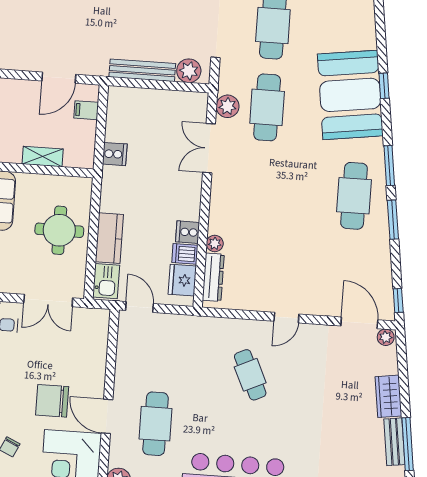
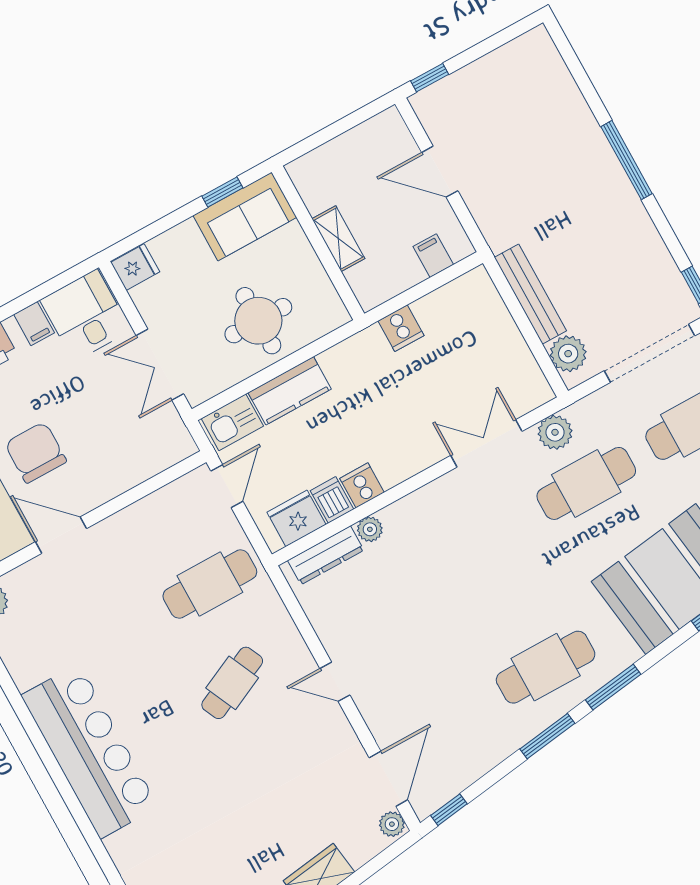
door: (59, 78) -> (440, 172), moved
door: (107, 416) -> (61, 535), hinge flipped
cafe table: (156, 424) -> (210, 584), moved

